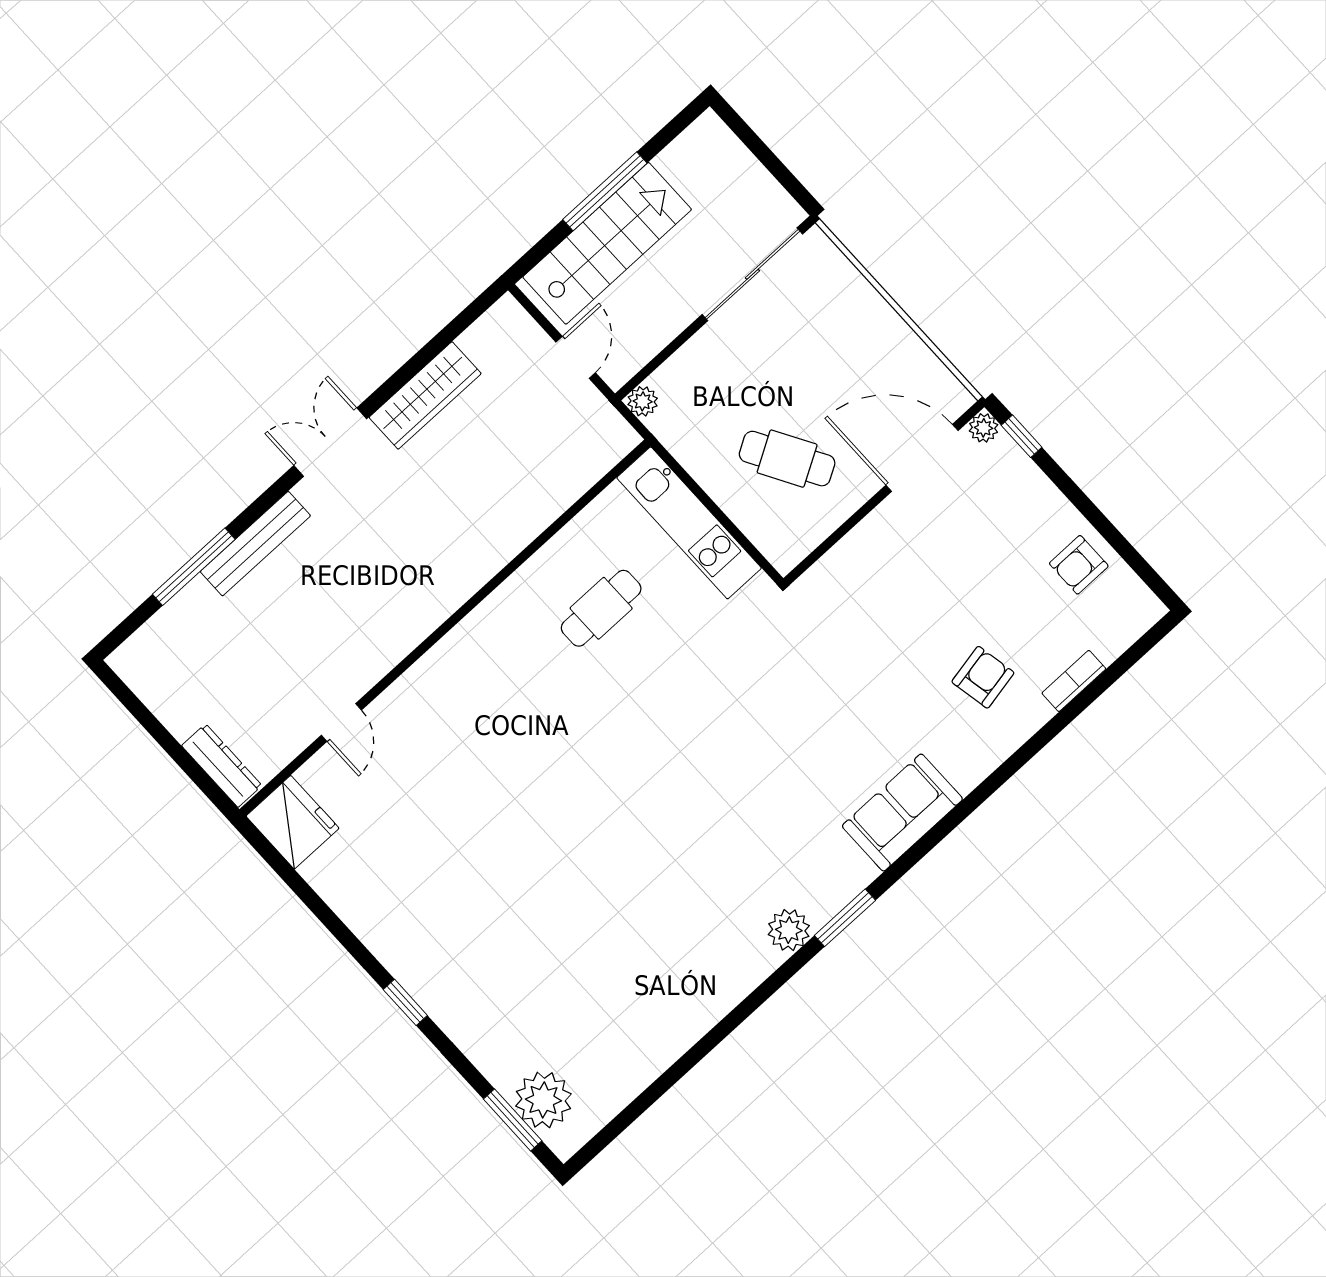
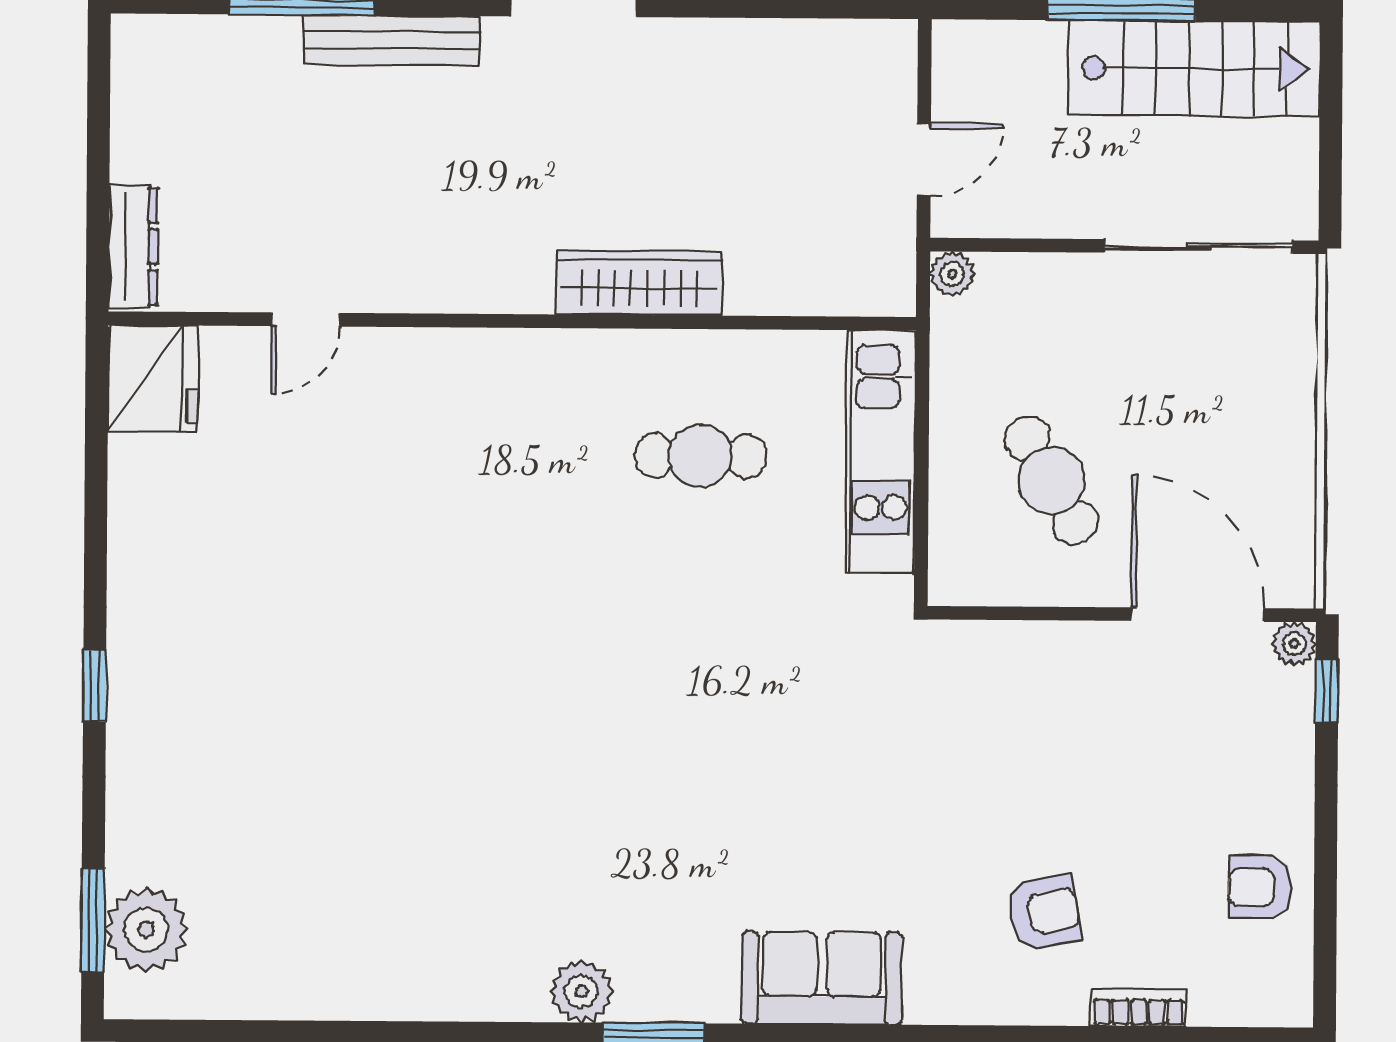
stairs: (607, 243) -> (1194, 69), moved
wardrobe: (425, 395) -> (639, 283), moved, turned 180

